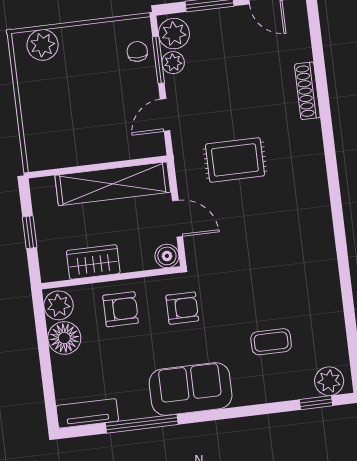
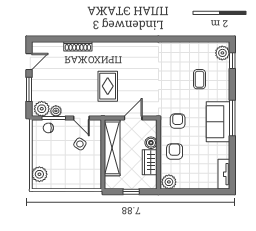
side table: (113, 118) -> (80, 144), added
boiler: (167, 256) -> (151, 143), moved
floor lamp: (64, 338) -> (185, 181), removed
window: (142, 424) -> (232, 118), moved

